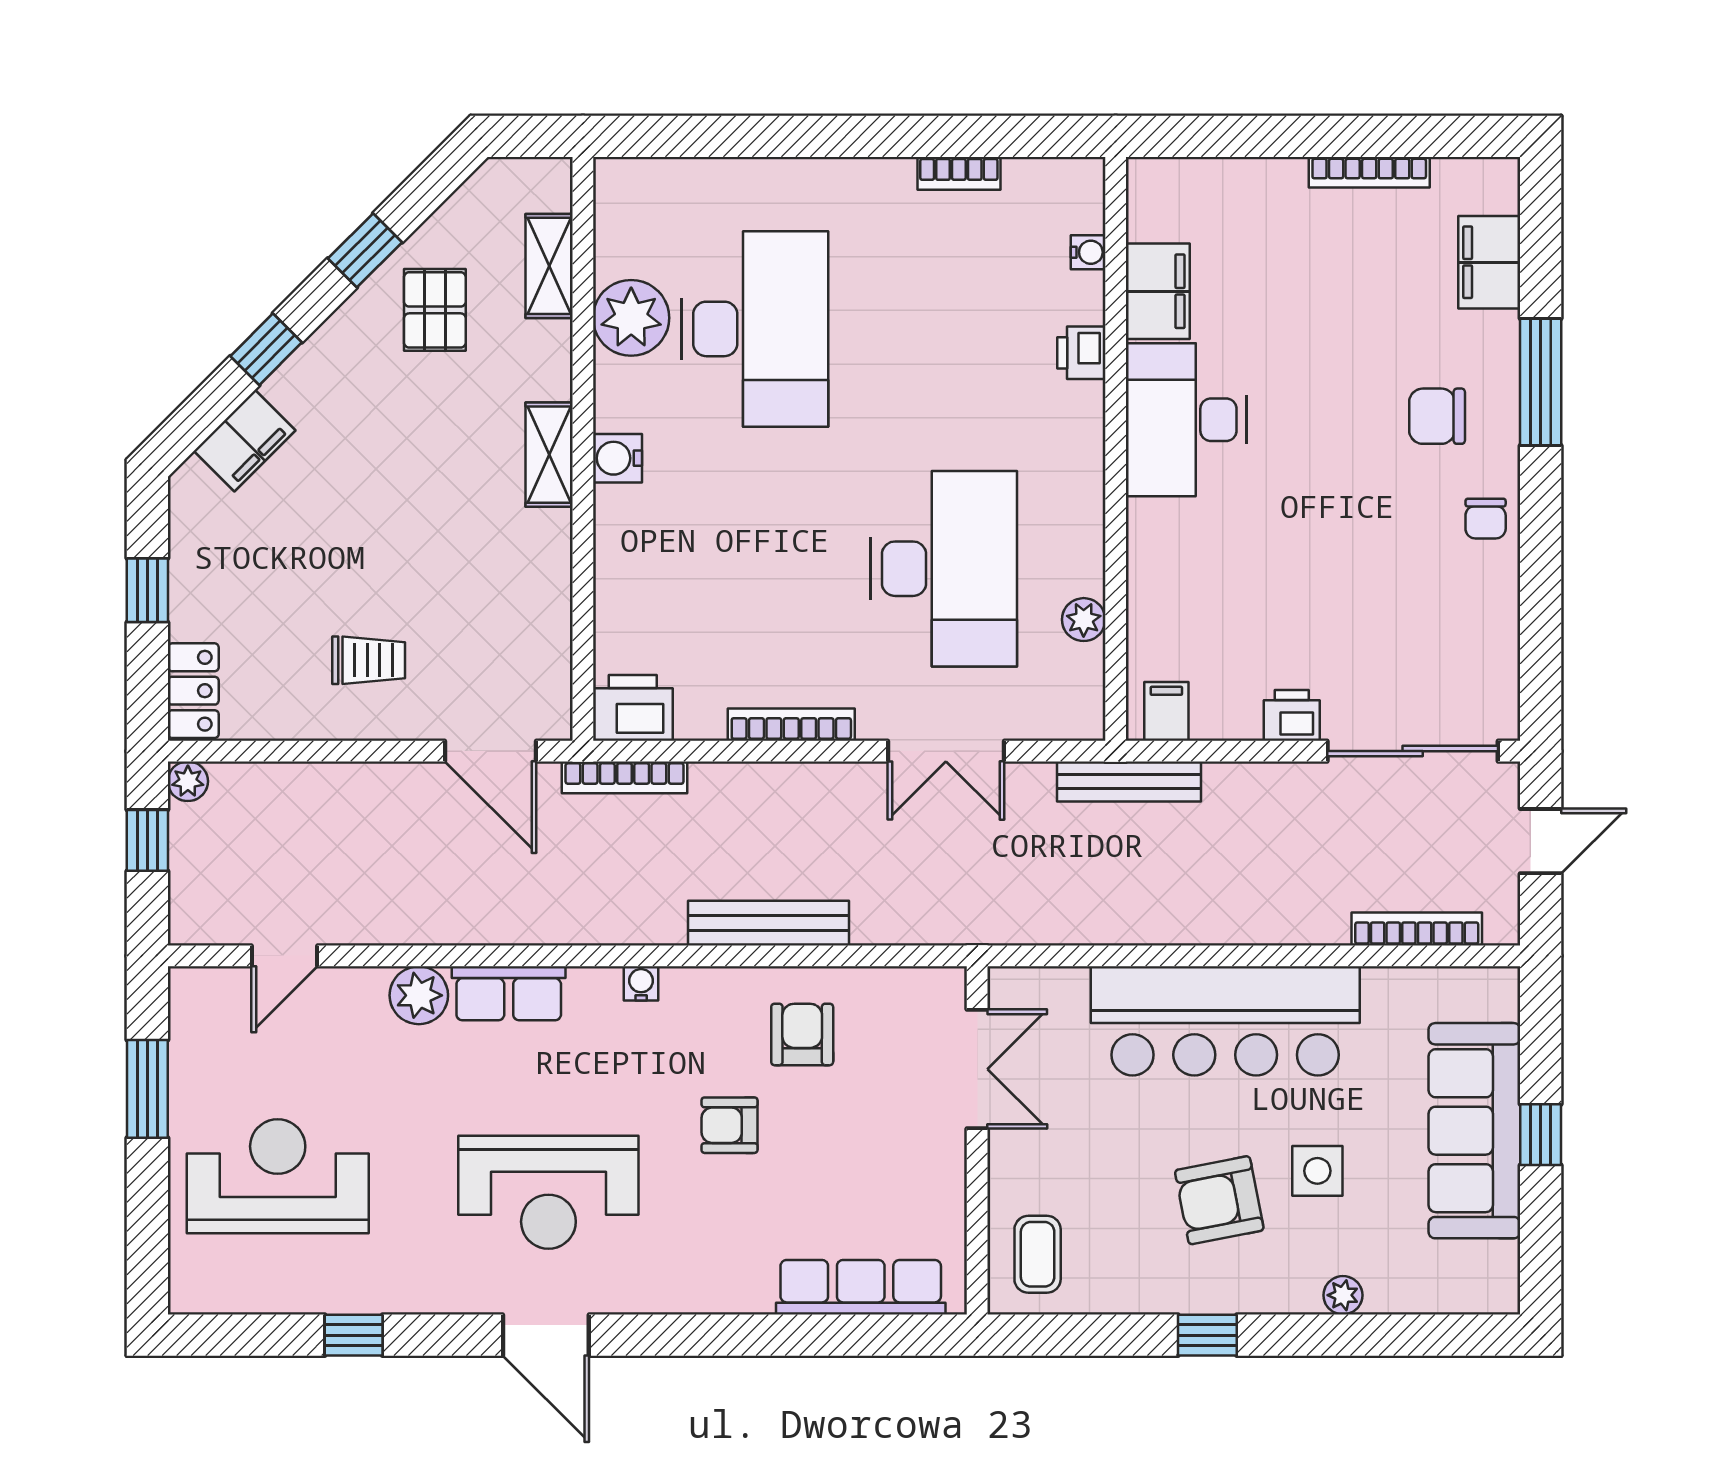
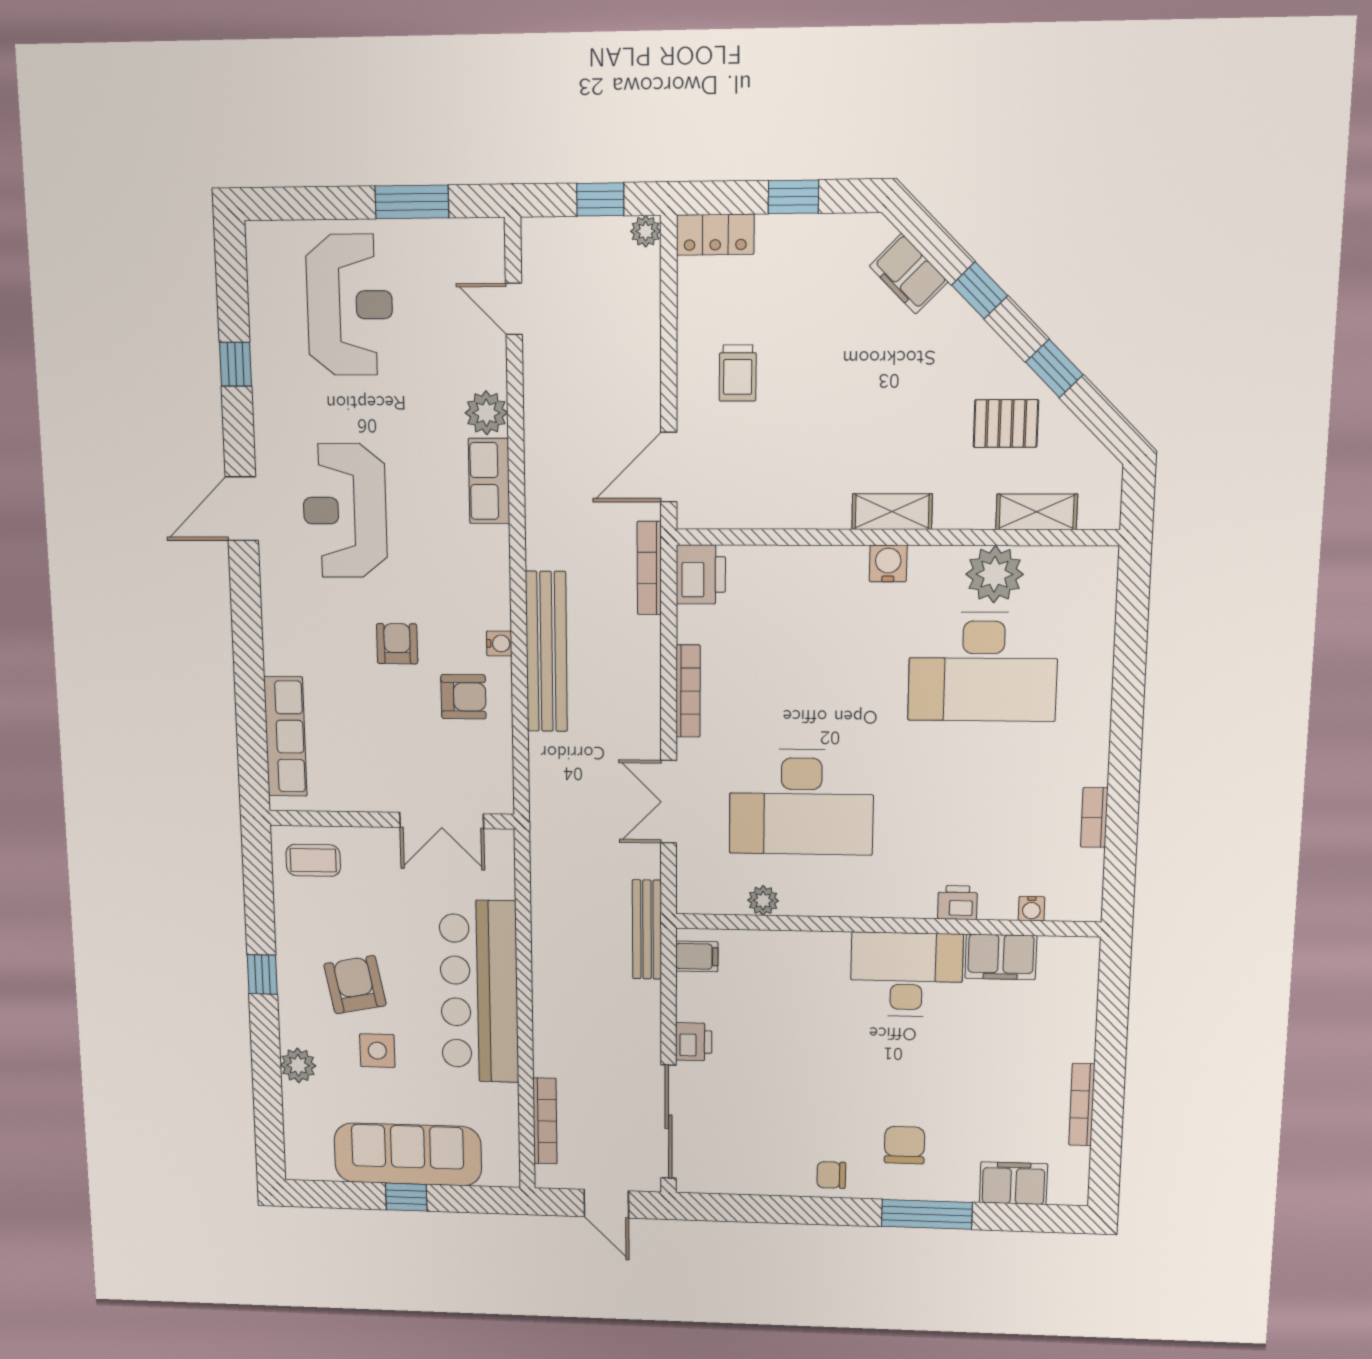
bench: (769, 923) -> (546, 652), width x1.37, depth x1.21
water cooler: (641, 983) -> (499, 643), moved
plant: (1343, 1295) -> (298, 1065), width x1.38, depth x1.38

